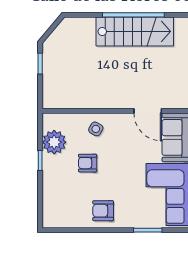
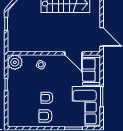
plant: (54, 142) -> (15, 62), moved
armchair: (88, 163) -> (47, 98), moved

